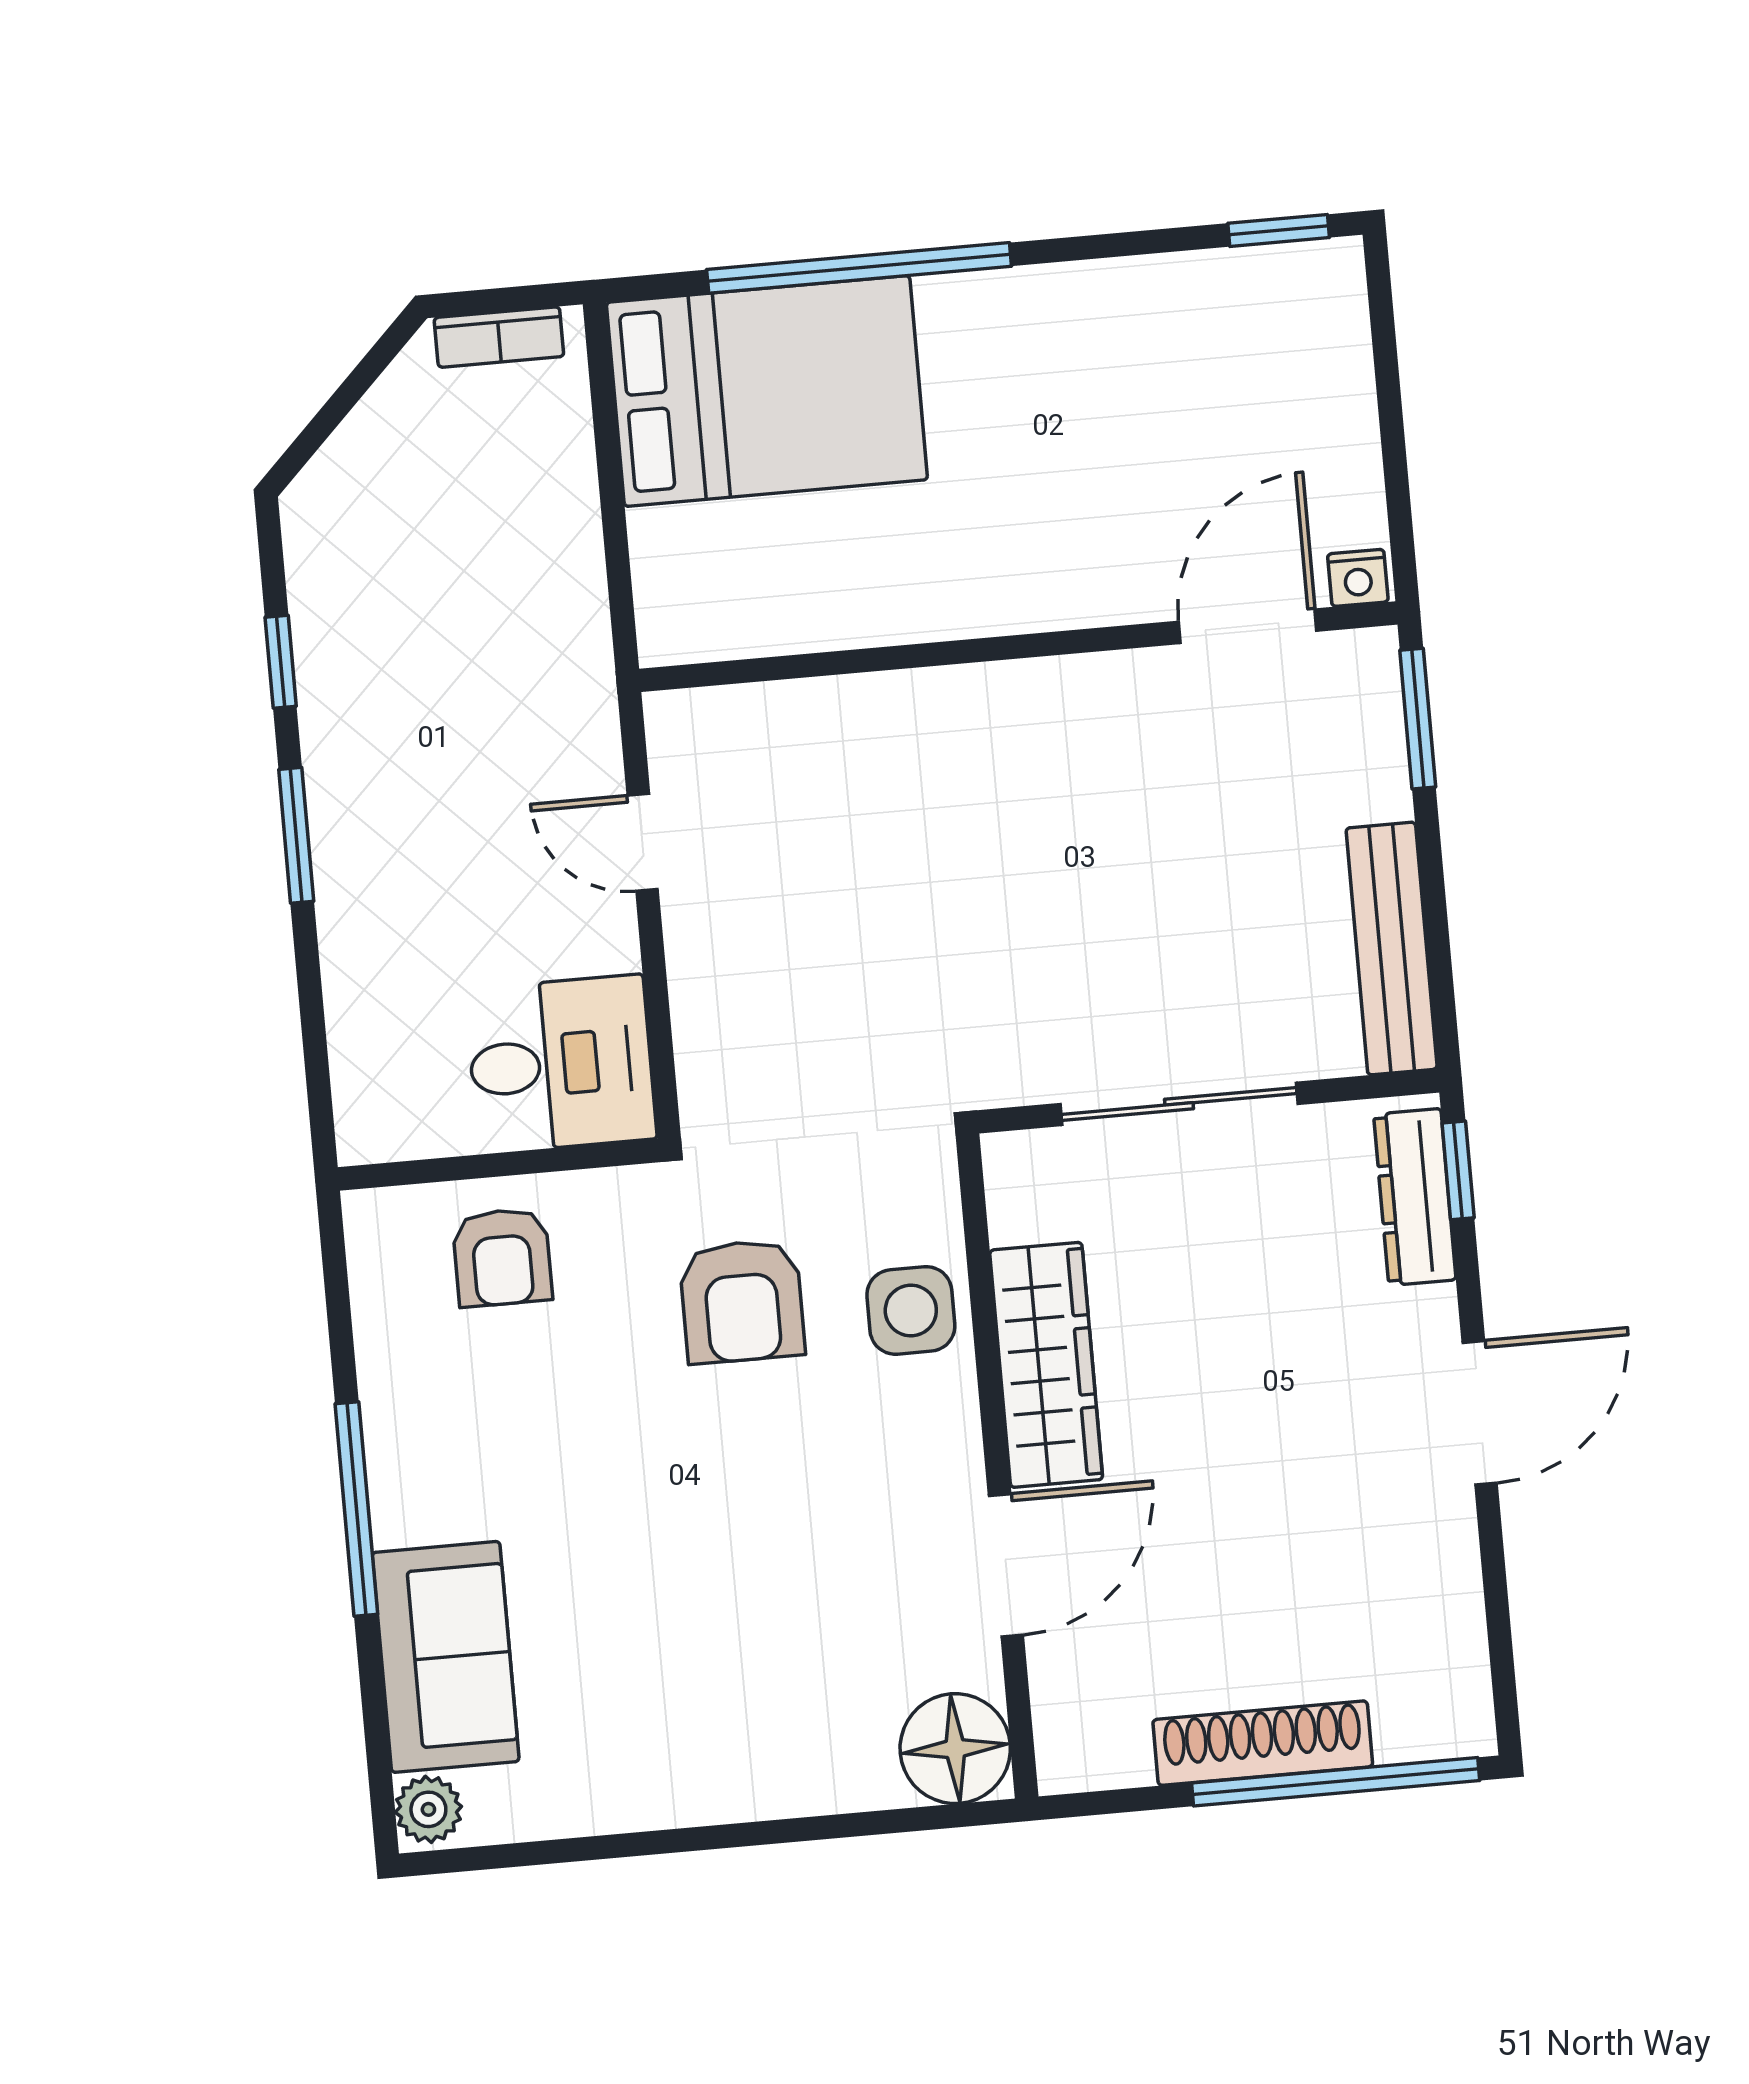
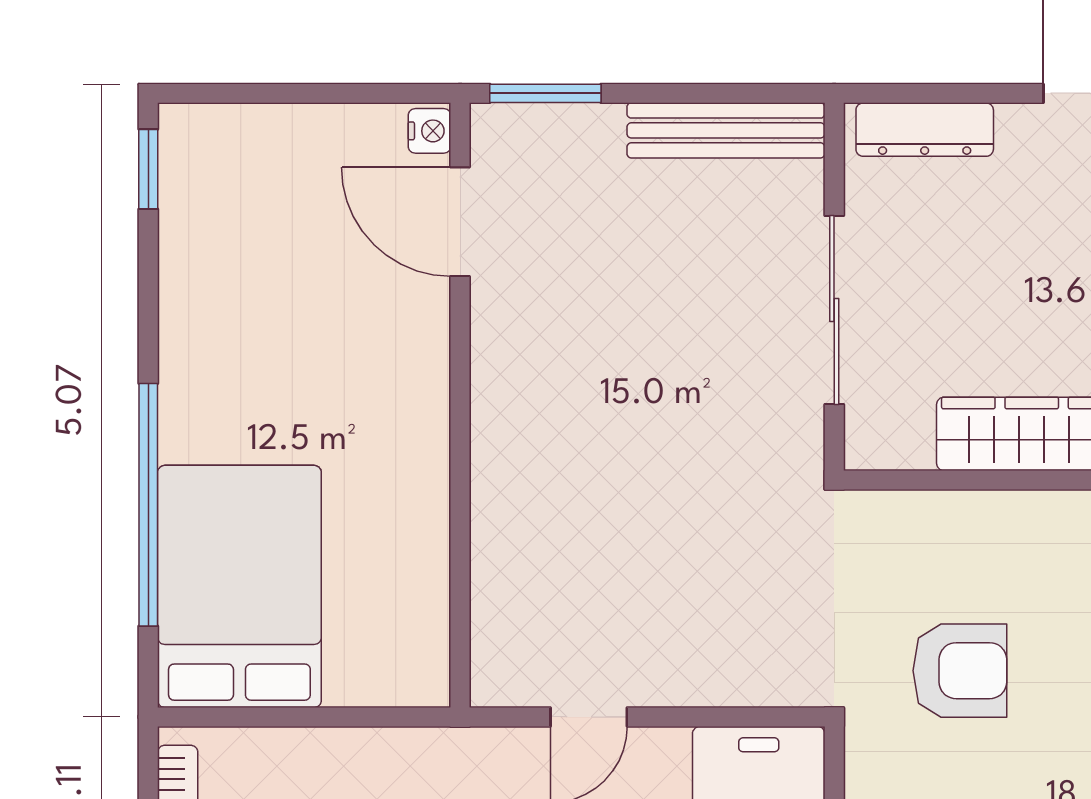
window: (1458, 1170) -> (907, 93), removed
side table: (911, 1310) -> (979, 537), removed

